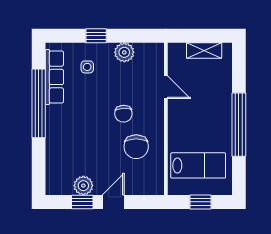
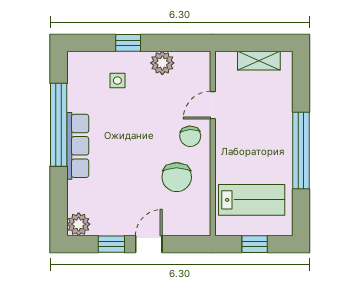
row of seats: (54, 77) -> (78, 146), moved
door: (166, 87) -> (213, 105), swing flipped
chair: (123, 114) -> (190, 136), moved
plant: (83, 186) -> (79, 224), moved

